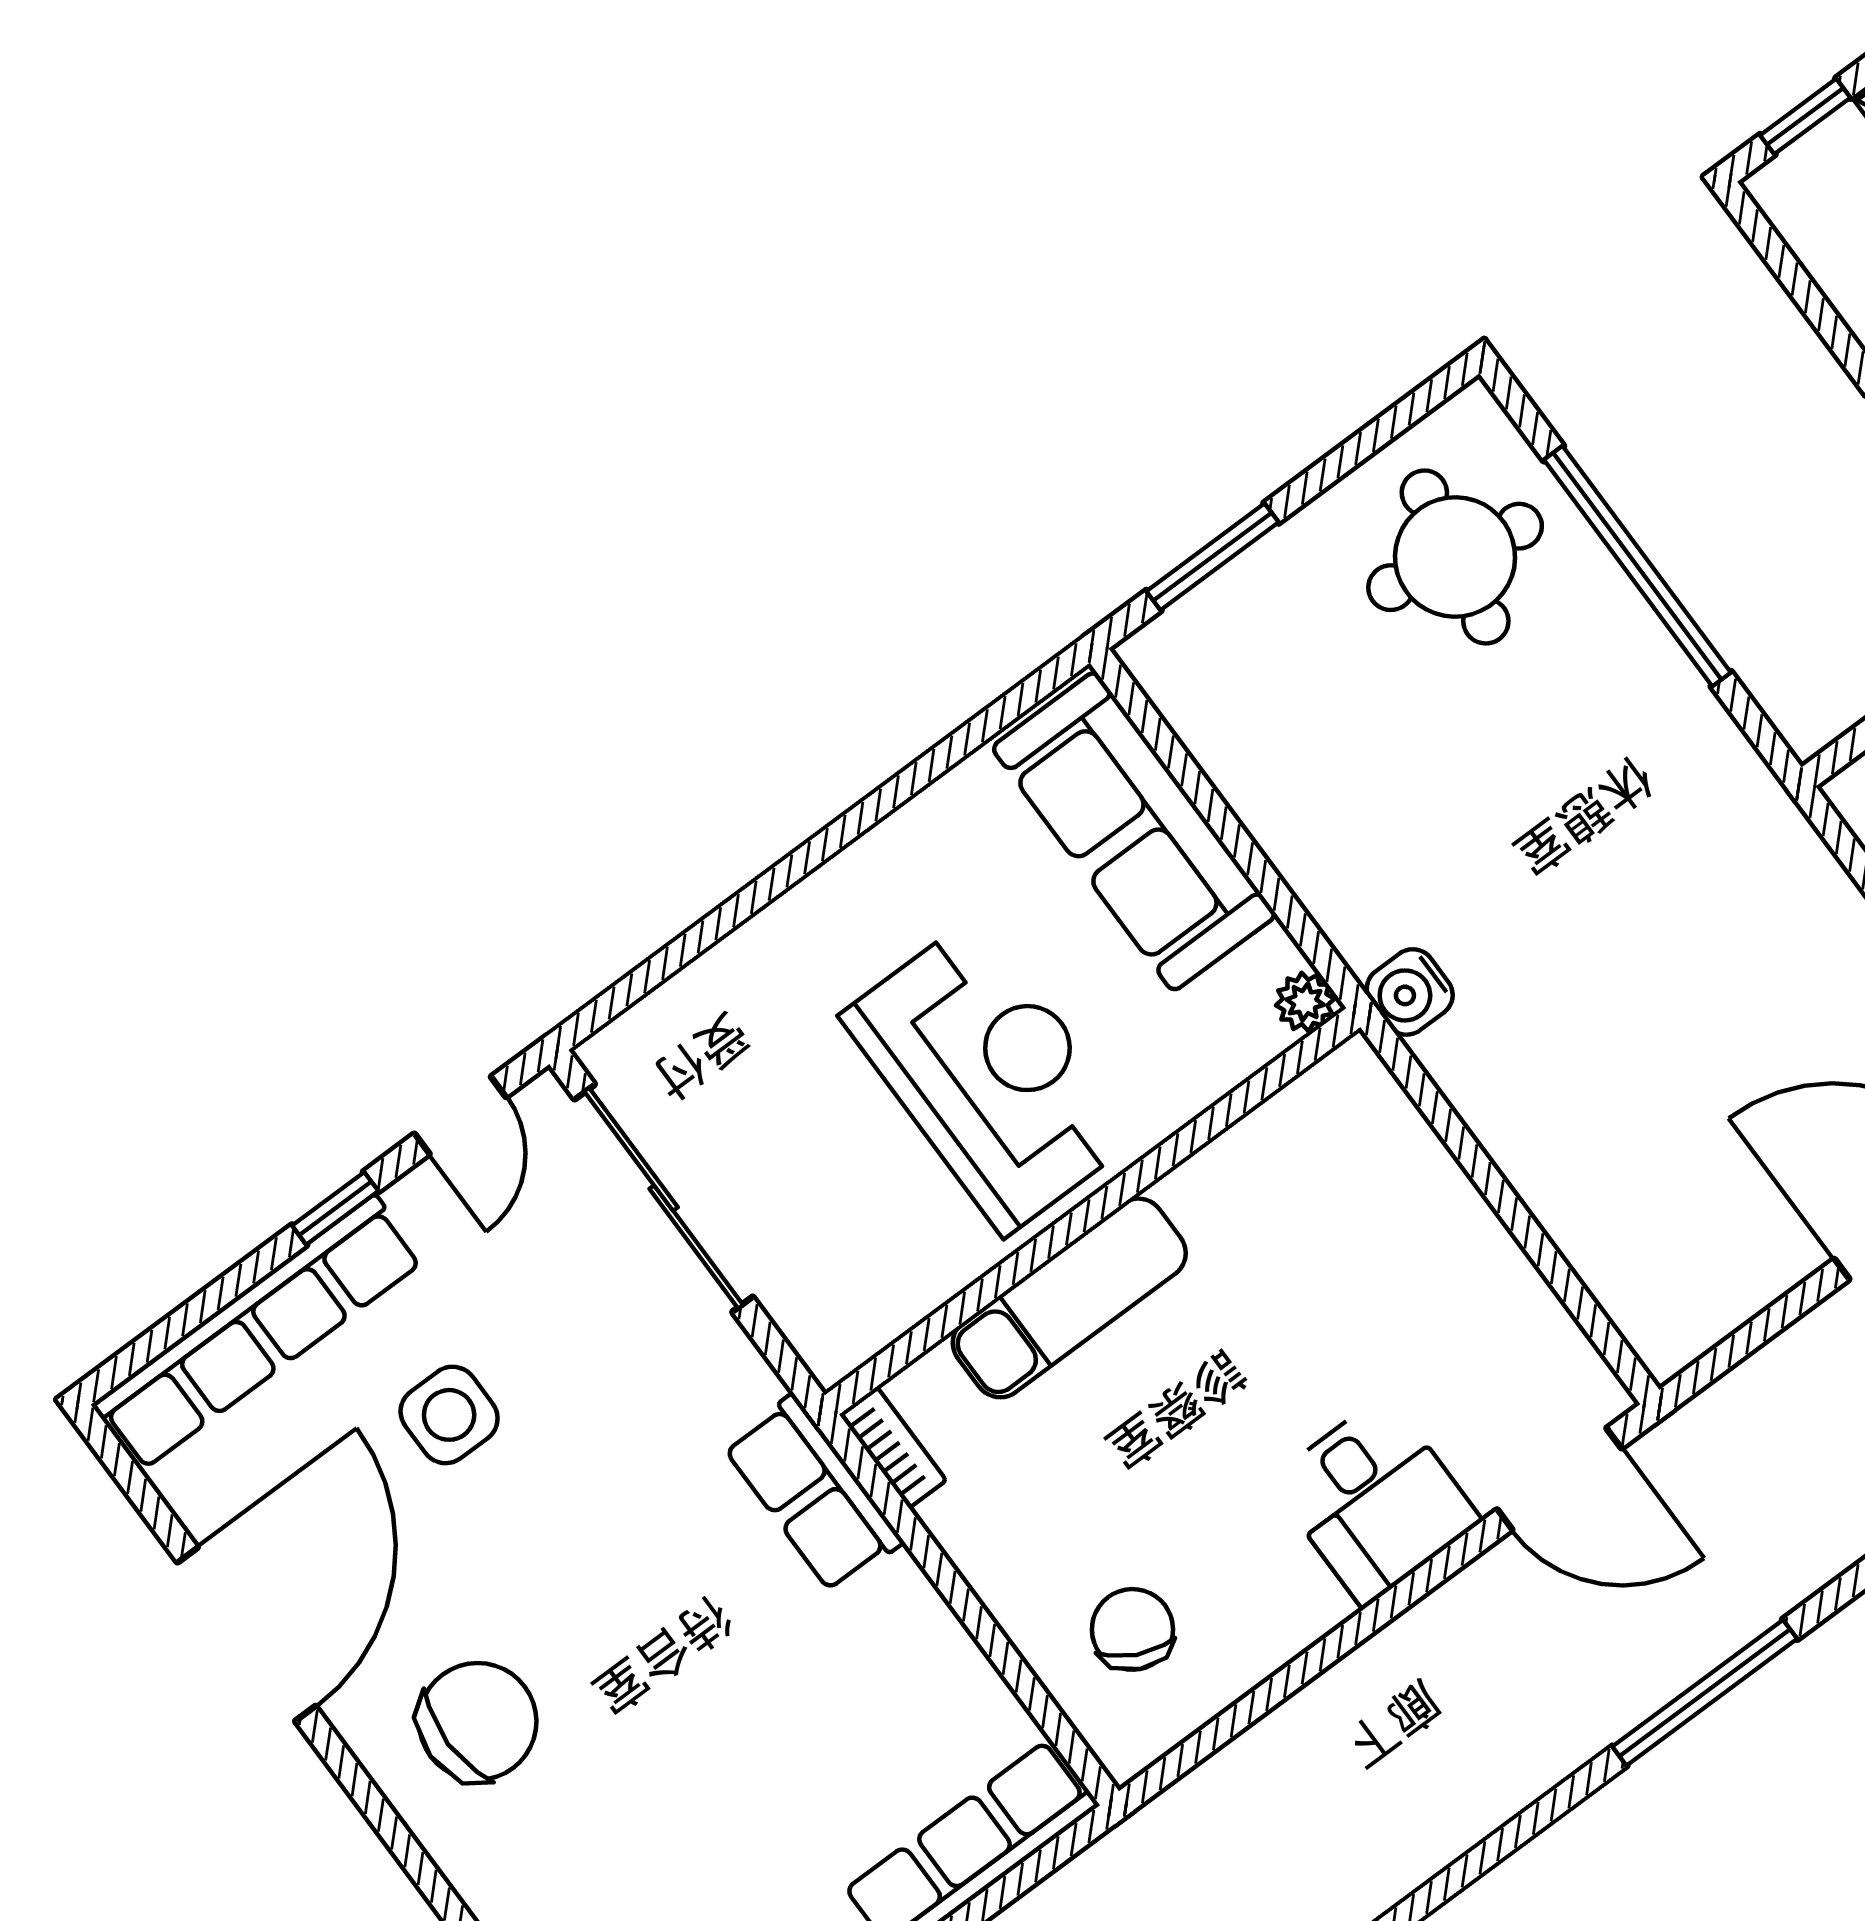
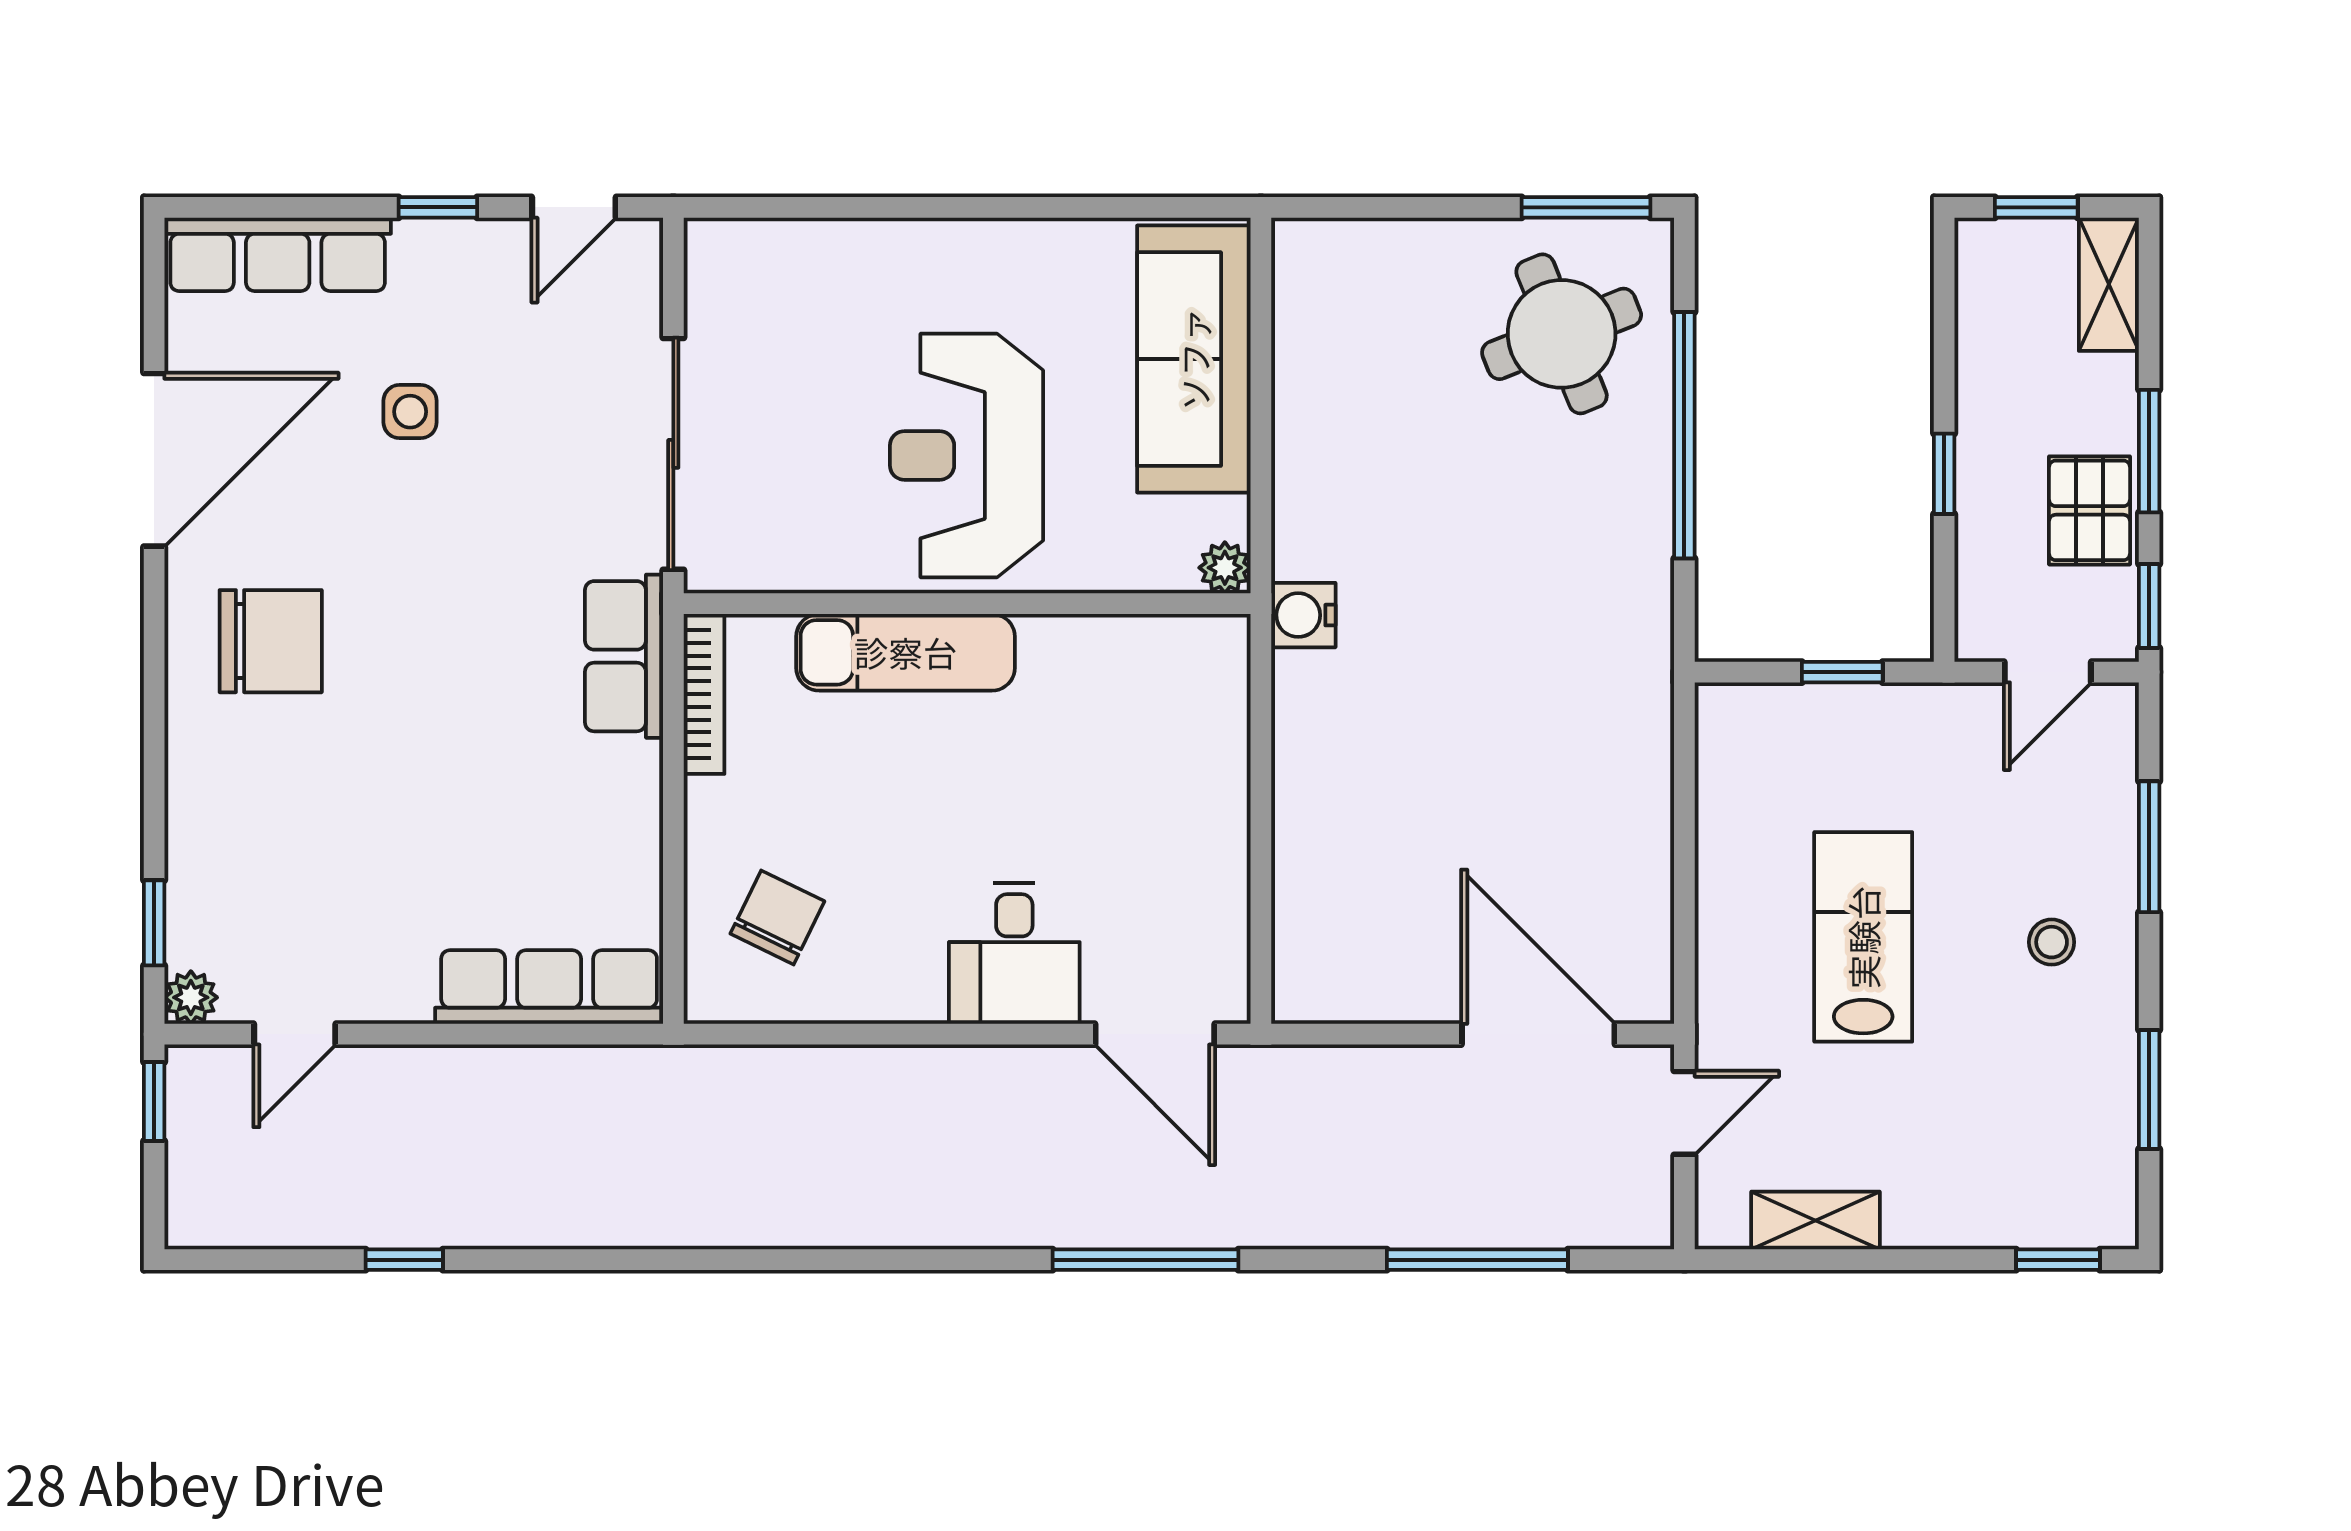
window: (1212, 557) -> (1586, 207), moved
round table: (1455, 557) -> (1562, 334), turned -33
reception desk: (991, 1075) -> (966, 455), turned 180
sliding door: (664, 1198) -> (673, 454), moved
row of seats: (258, 1333) -> (278, 254), width x0.73
side table: (449, 1415) -> (410, 412), width x0.73, depth x0.73
bookcase: (893, 1447) -> (704, 694), width x1.56

